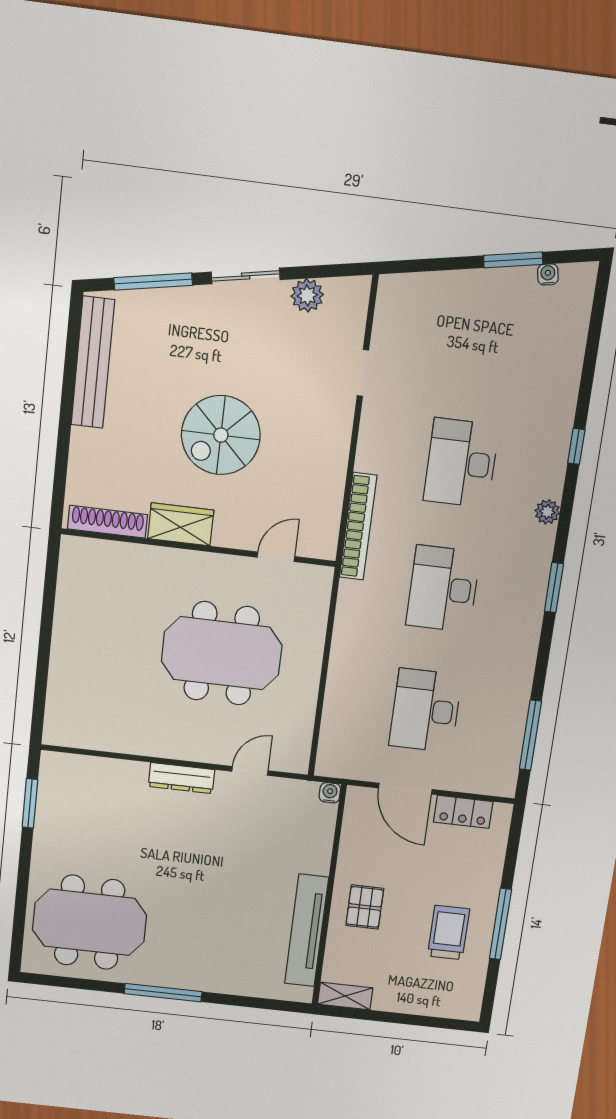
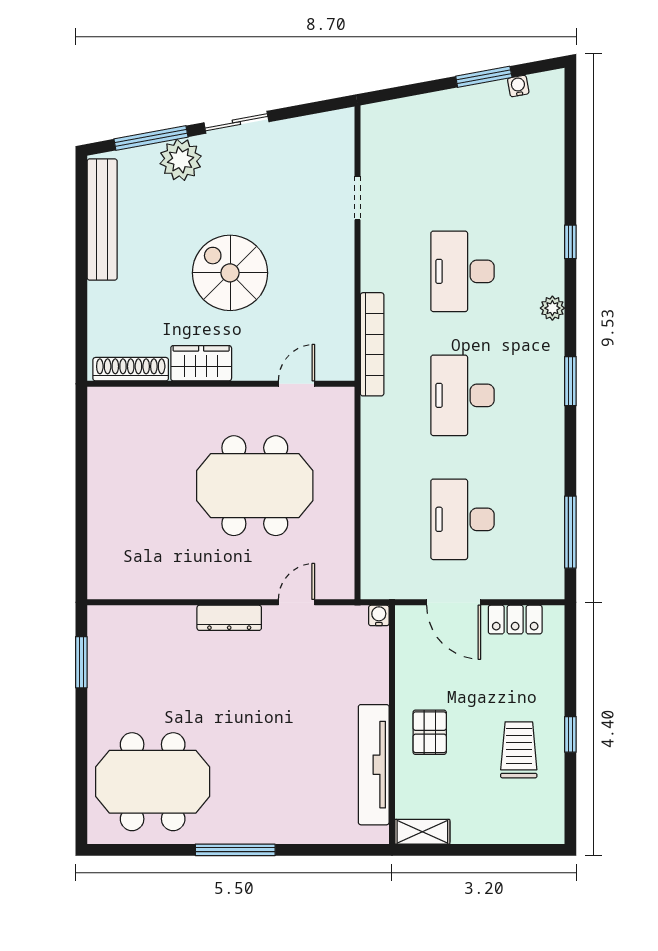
plant: (307, 295) -> (181, 160), moved, width x1.36, depth x1.36
spiral stairs: (221, 435) -> (230, 273), turned 90
window: (500, 924) -> (570, 734), width x0.46

